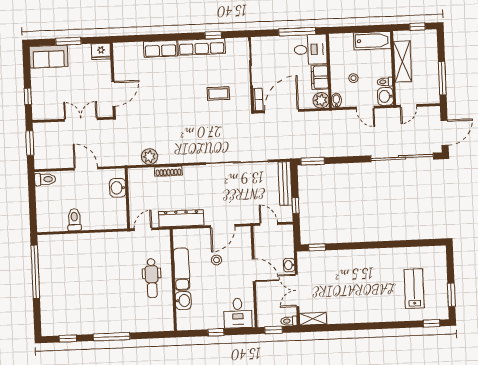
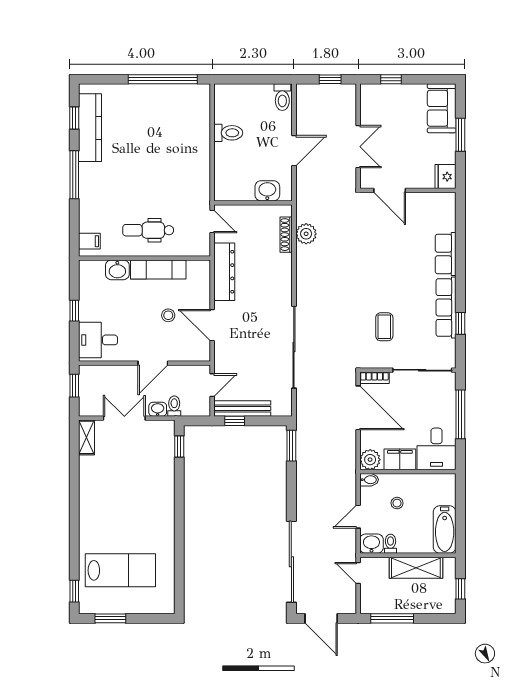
window: (297, 32) -> (460, 414), moved
window: (30, 143) -> (330, 79), width x0.67
shoe rack: (168, 171) -> (286, 235), moved
bench: (285, 183) -> (242, 408), moved
lab bench: (414, 289) -> (120, 570), width x1.36, depth x1.39
toilet: (289, 321) -> (174, 406), moved
filing cabinet: (162, 323) -> (89, 241), added
kitchen counter: (75, 326) -> (90, 128), added

